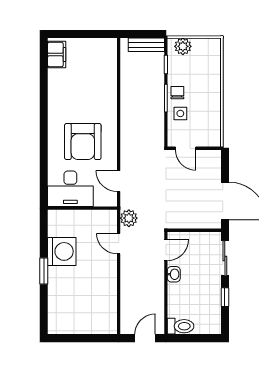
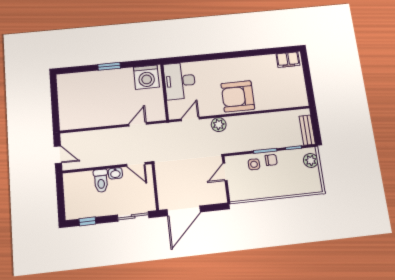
armchair: (83, 141) -> (238, 96), moved
plant: (129, 218) -> (219, 125), moved
washing machine: (62, 251) -> (146, 77), moved
window: (225, 297) -> (87, 221), moved
toilet: (181, 326) -> (101, 181), moved

